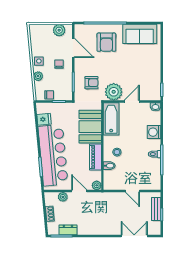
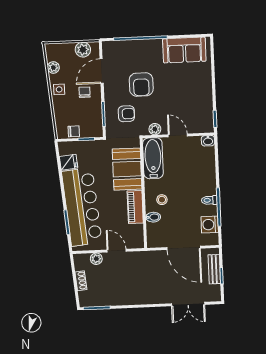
armchair: (106, 42) -> (141, 84), moved
door: (73, 48) -> (102, 71), swing flipped
plant: (38, 76) -> (53, 68), moved
plant: (114, 92) -> (155, 129), width x0.53, depth x0.53
door: (132, 101) -> (178, 135), hinge flipped
washing machine: (154, 132) -> (210, 225), moved
plant: (97, 185) -> (138, 243), removed
door: (133, 191) -> (184, 248), width x1.88
dresser: (68, 230) -> (104, 300), removed
double door: (134, 236) -> (188, 304), swing flipped

